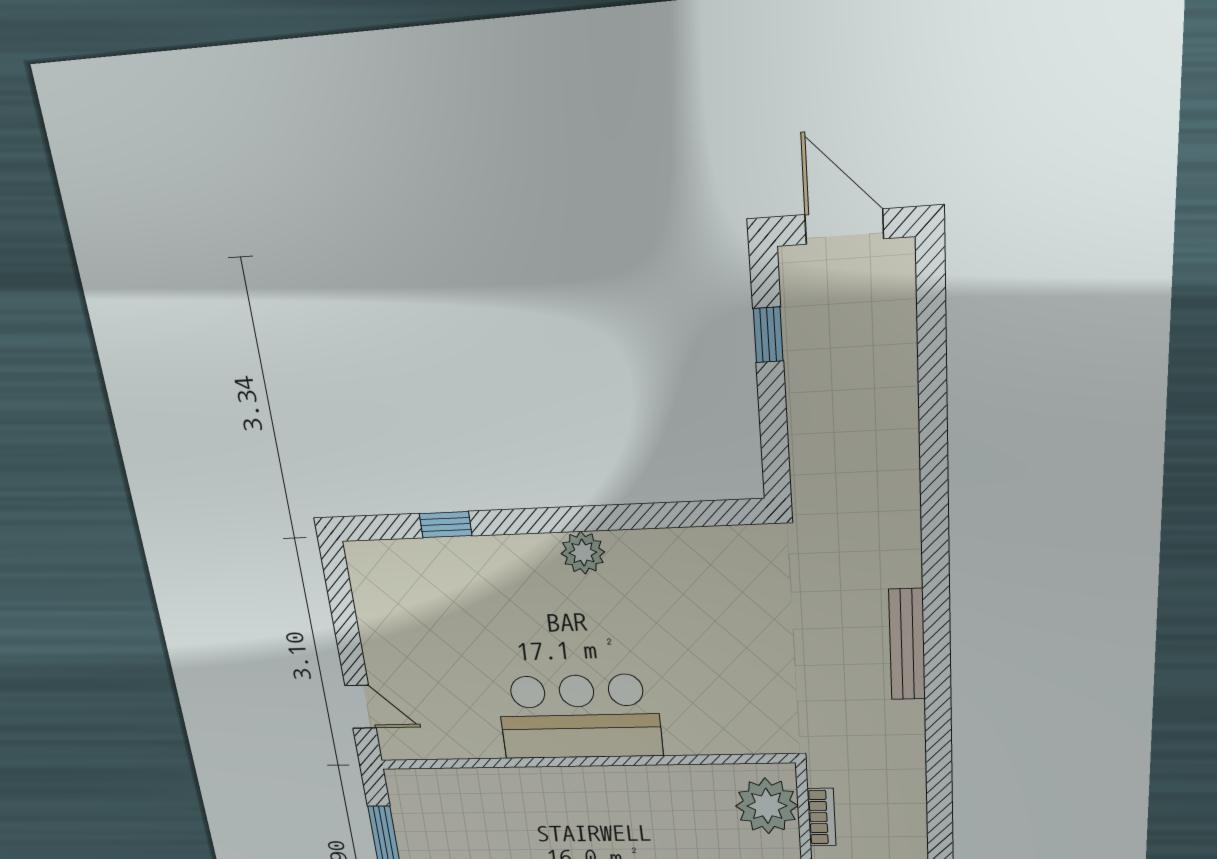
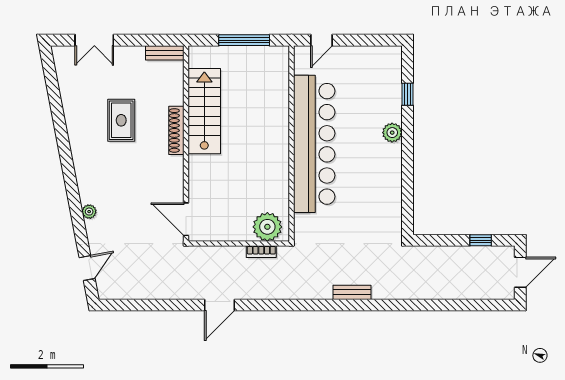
plant: (583, 553) -> (392, 133), moved
bench: (907, 645) -> (352, 292), width x0.73
bar counter: (579, 717) -> (314, 144), width x1.86

